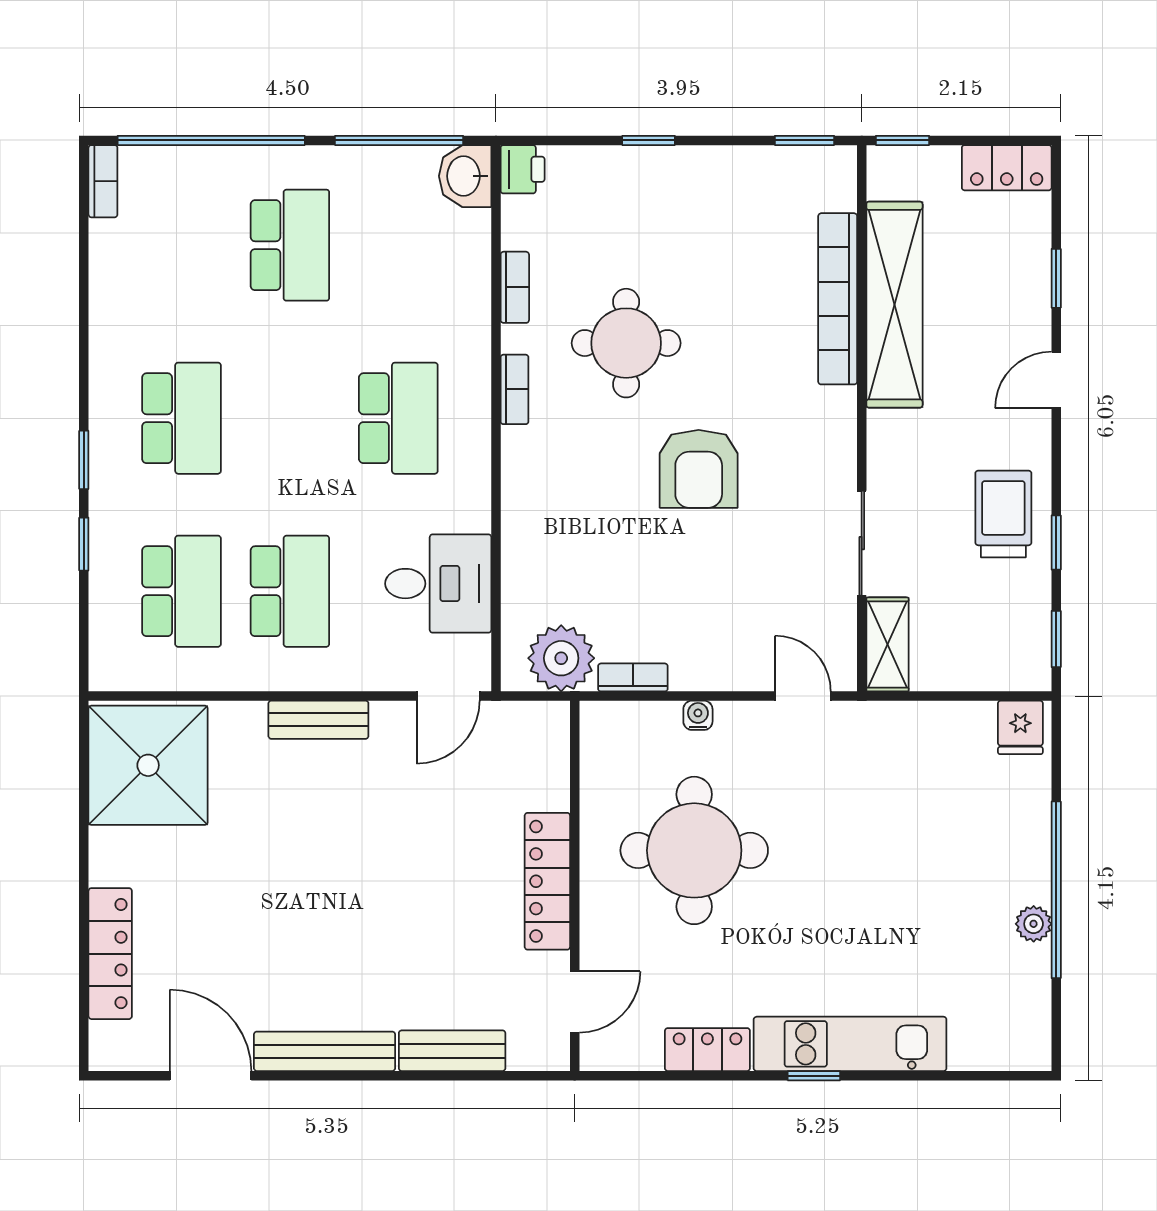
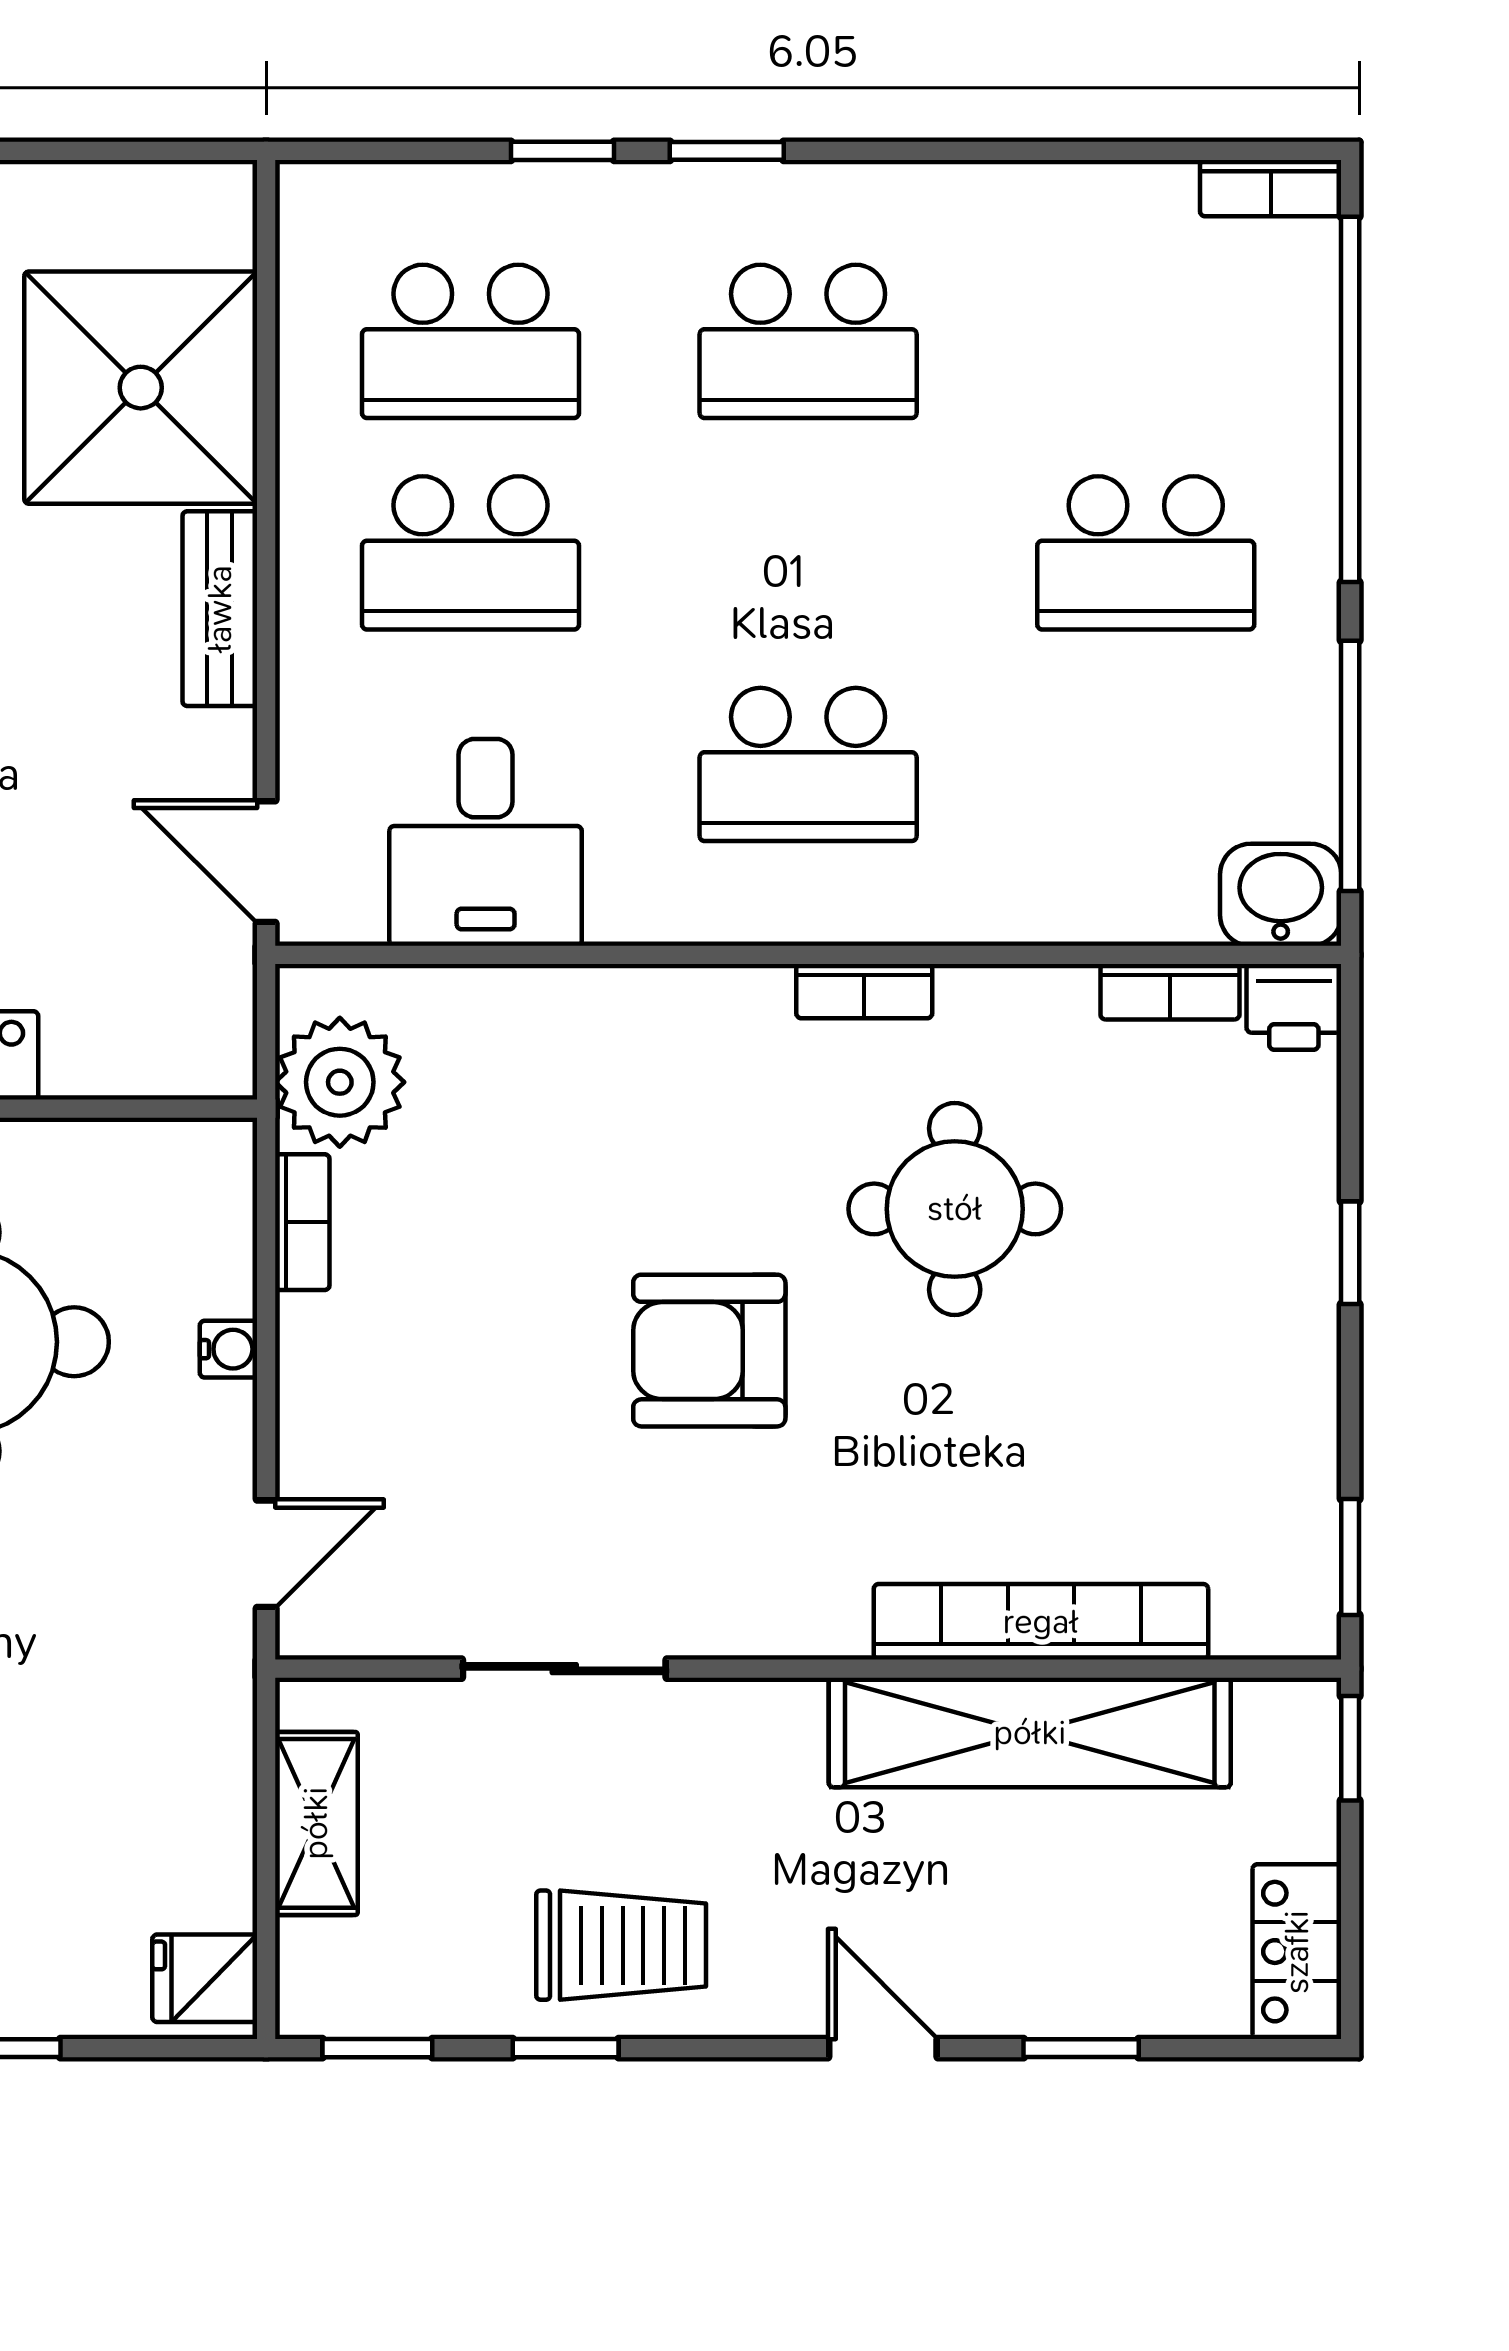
bookcase: (515, 287) -> (1170, 992), moved
shelving: (887, 644) -> (316, 1823), moved, turned 90
shower: (148, 765) -> (141, 388), moved

